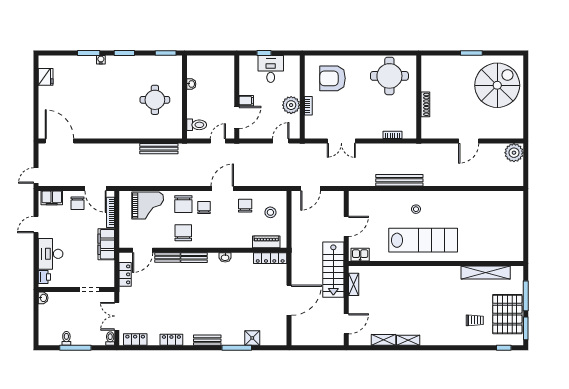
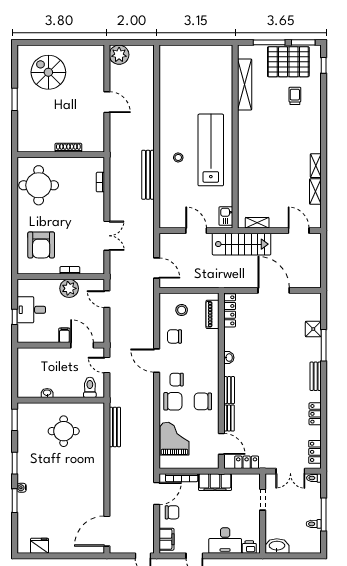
spiral stairs: (497, 85) -> (48, 72), width x0.73, depth x0.73
washbasin: (43, 298) -> (277, 546), width x1.91, depth x1.45

